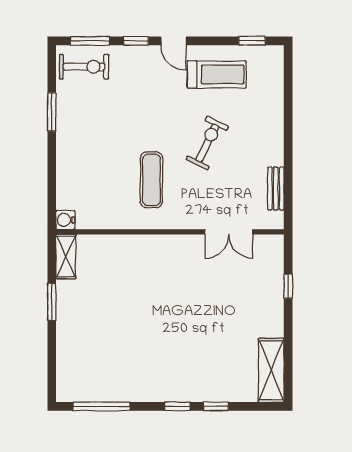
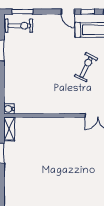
window: (136, 41) -> (88, 12), moved
exercise mat: (151, 180) -> (56, 87), removed

